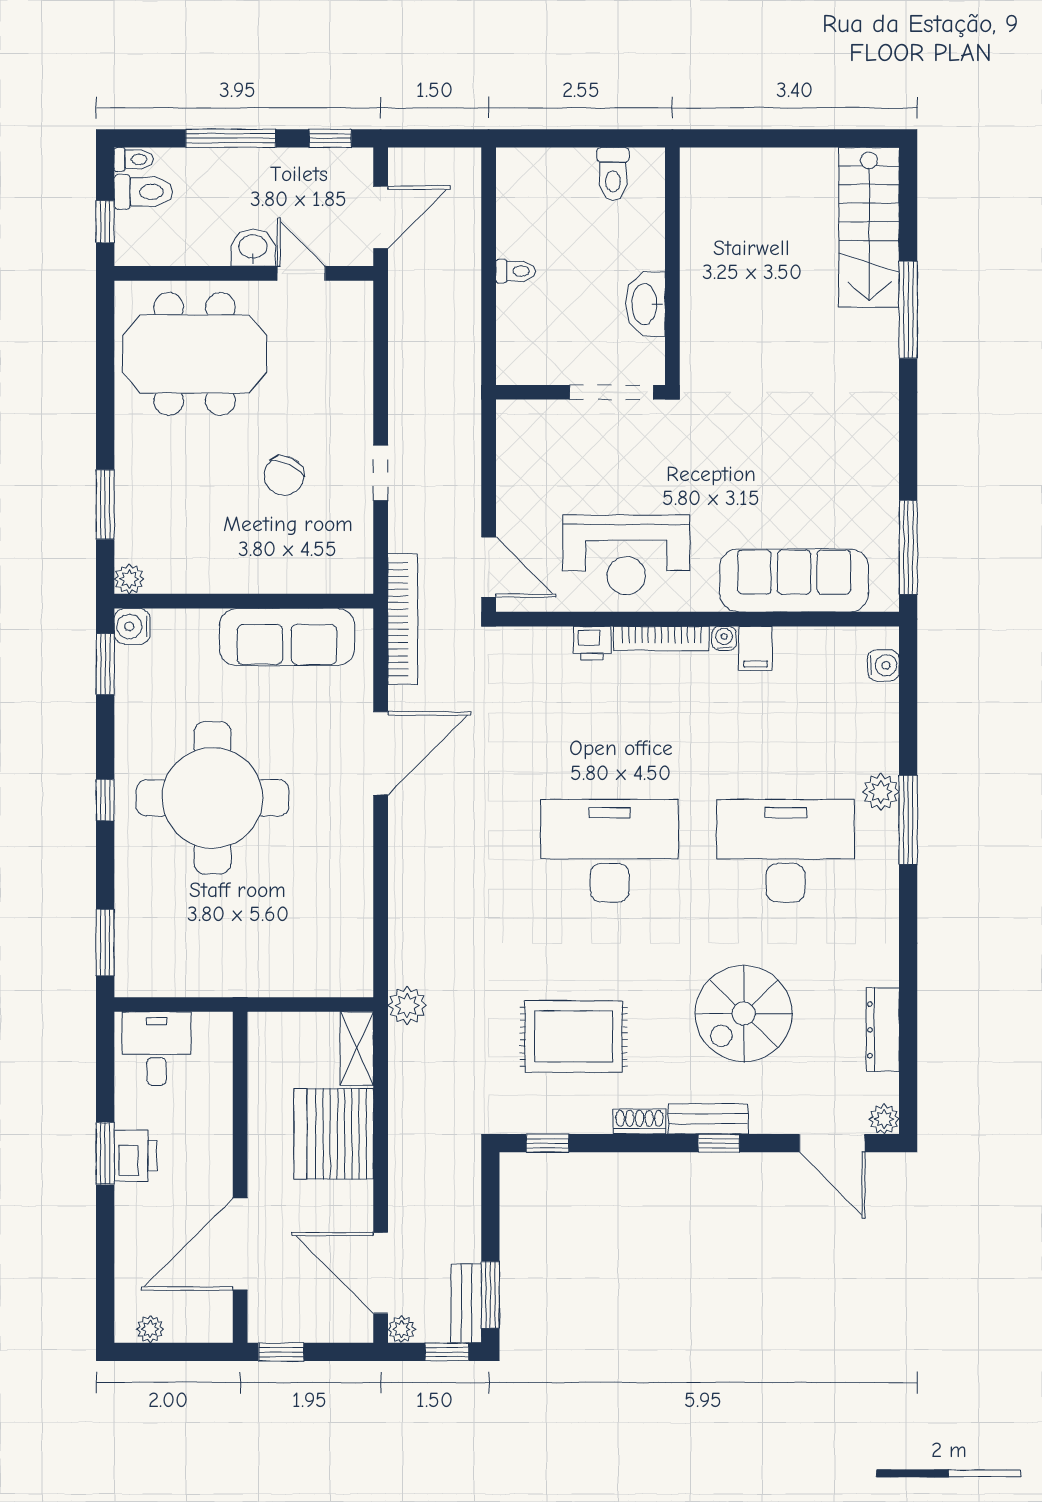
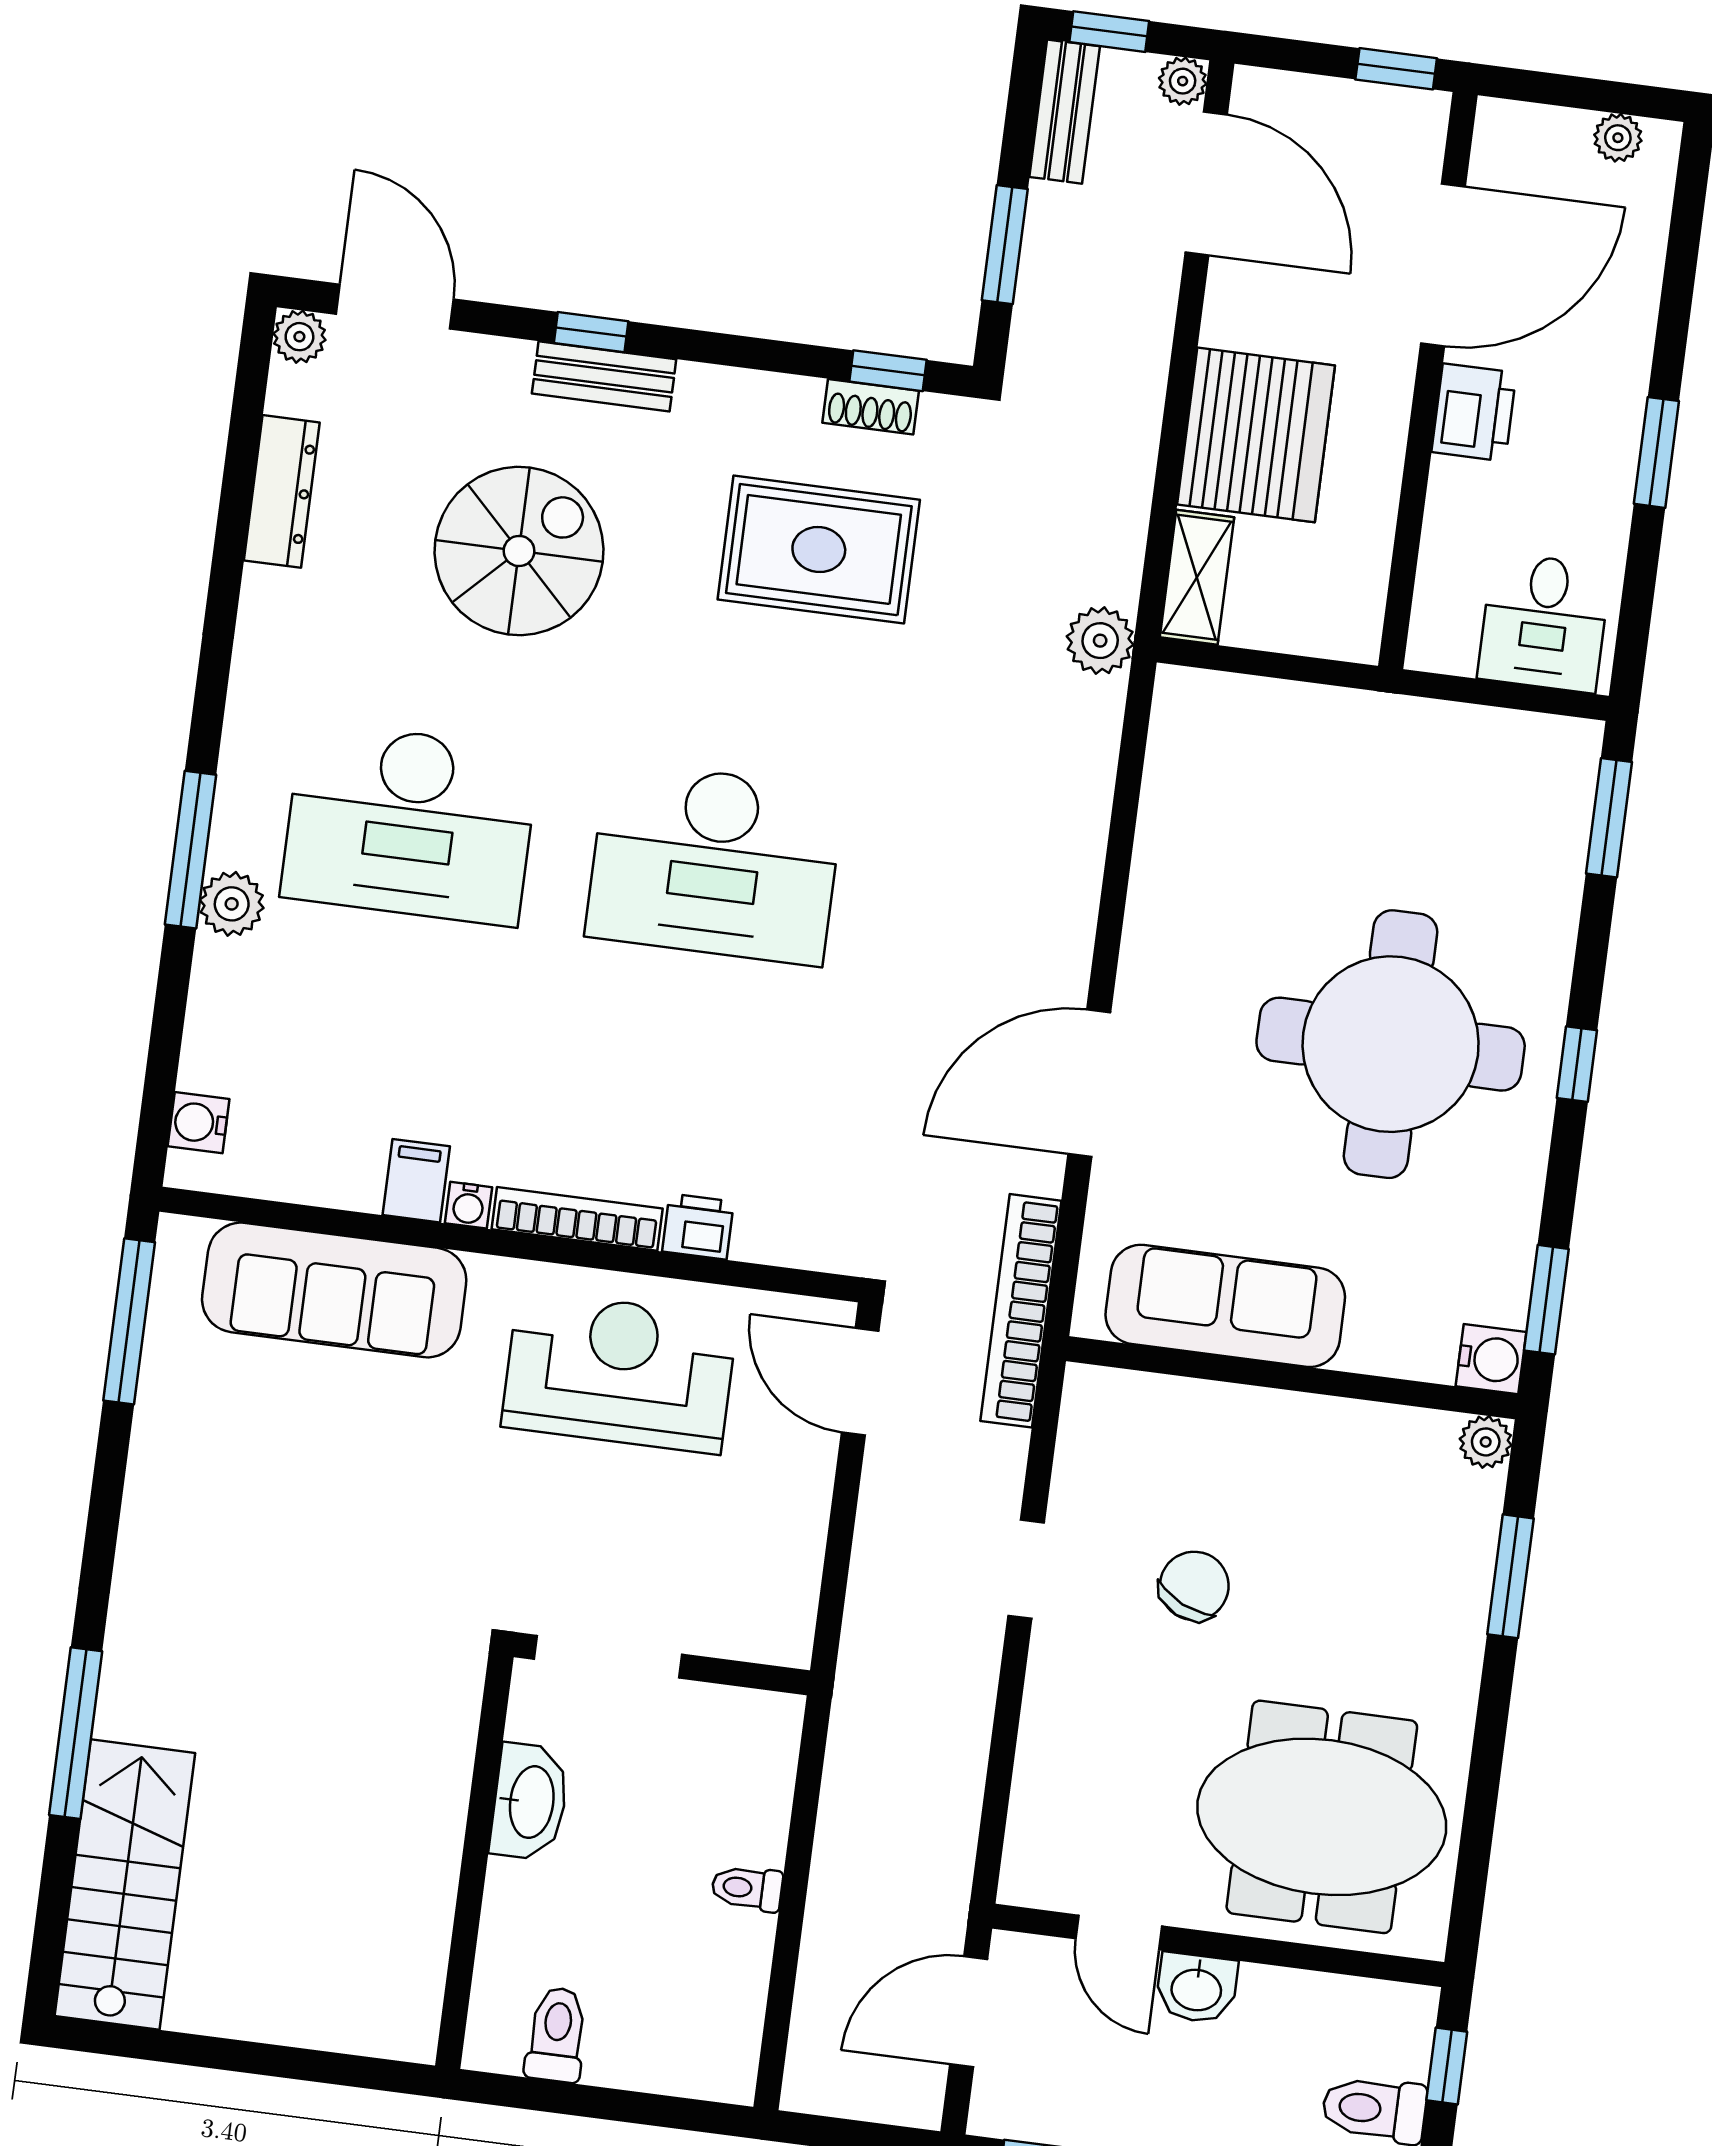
shoe rack: (639, 1121) -> (871, 407), moved
printer: (135, 1156) -> (1474, 412), moved, turned 180
window: (490, 1295) -> (1005, 245), moved

